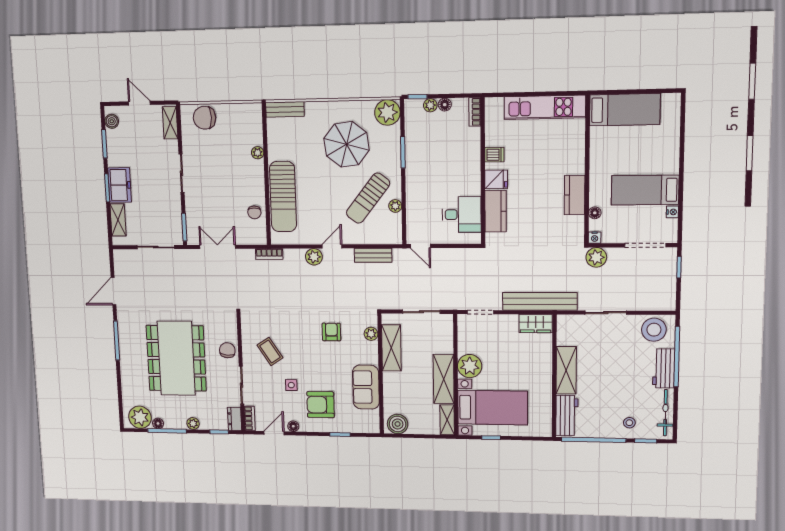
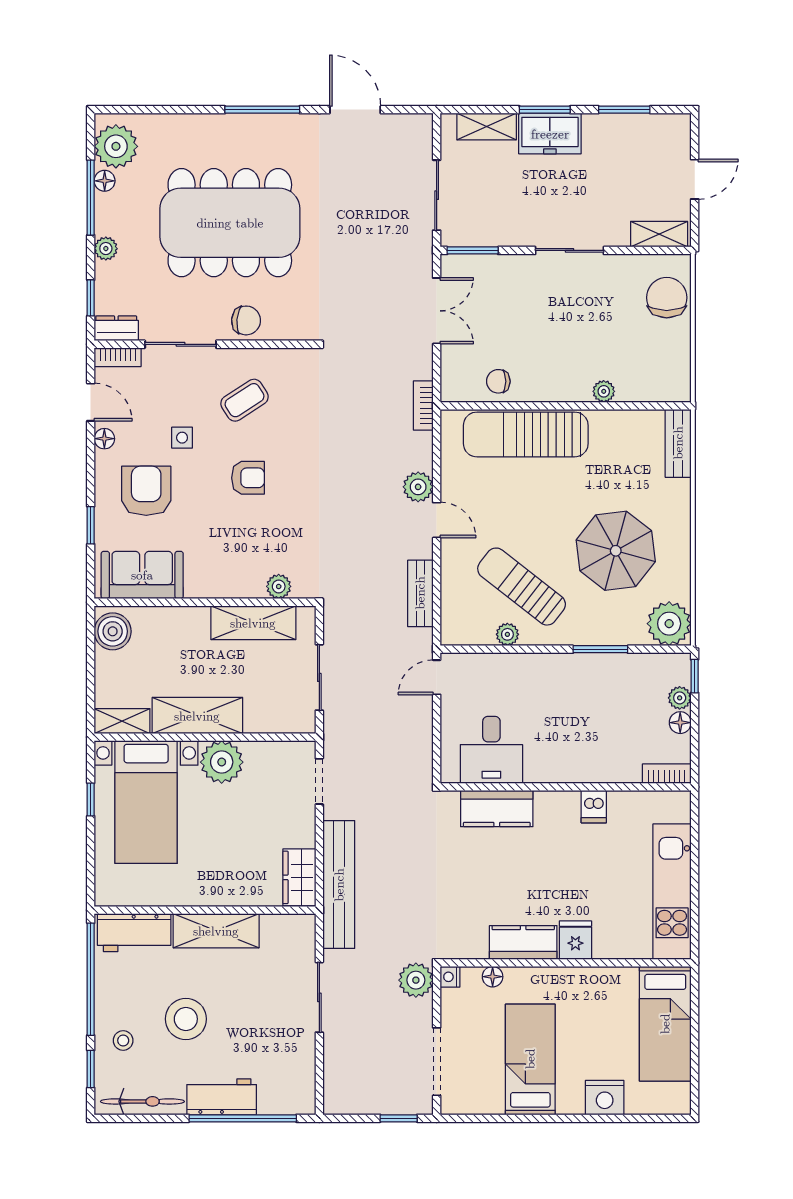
boiler: (112, 121) -> (664, 126), removed
fridge: (496, 179) -> (575, 940), moved, turned 180
nightstand: (672, 212) -> (605, 1098), moved, width x1.89, depth x1.79
stool: (654, 330) -> (186, 1019), moved
armchair: (331, 332) -> (248, 478), moved
sofa: (366, 387) -> (142, 575), moved

